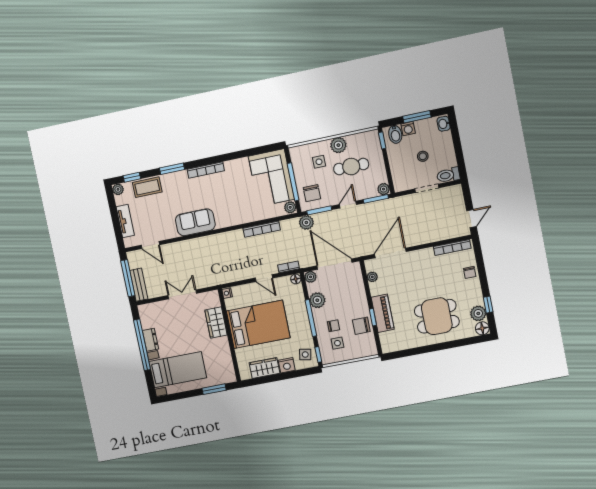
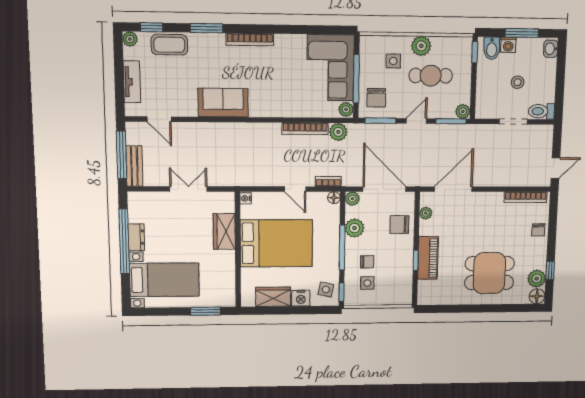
plant: (306, 222) -> (338, 132), moved
chair: (361, 326) -> (399, 225), moved

